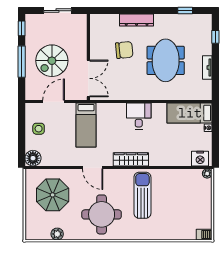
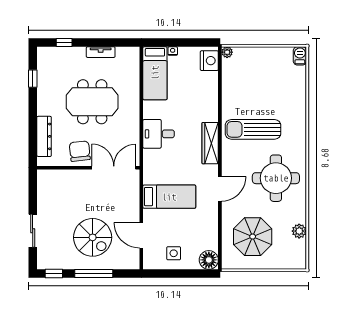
wall: (88, 57) -> (88, 168), moved
double door: (88, 78) -> (114, 168), moved

